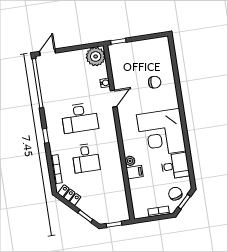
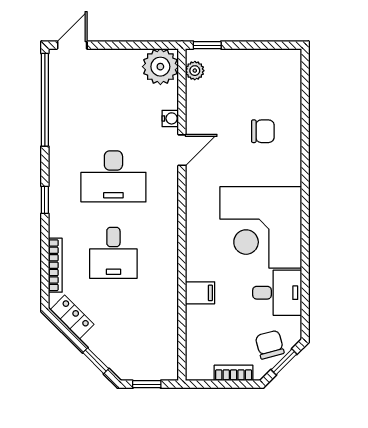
plant: (130, 161) -> (195, 71), moved

